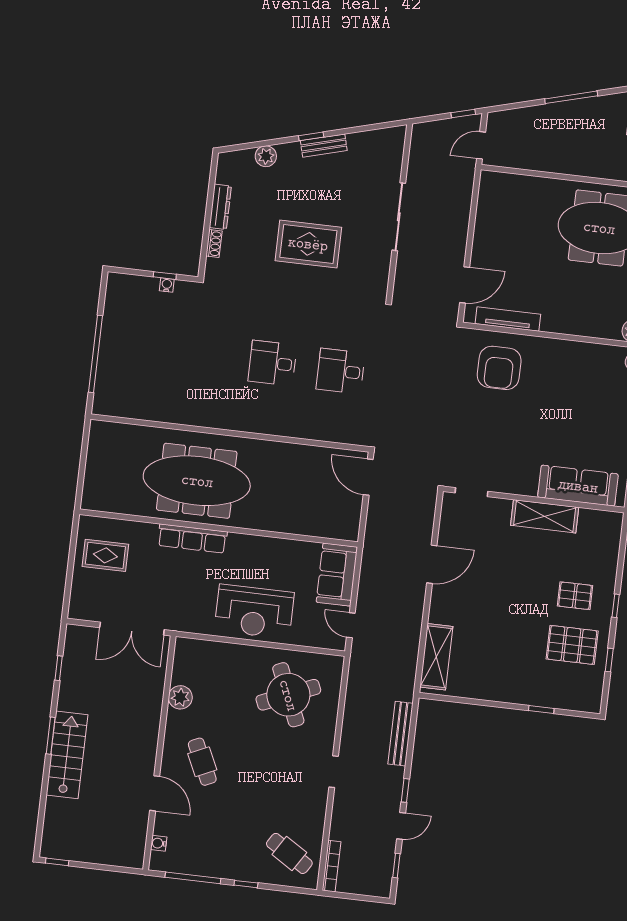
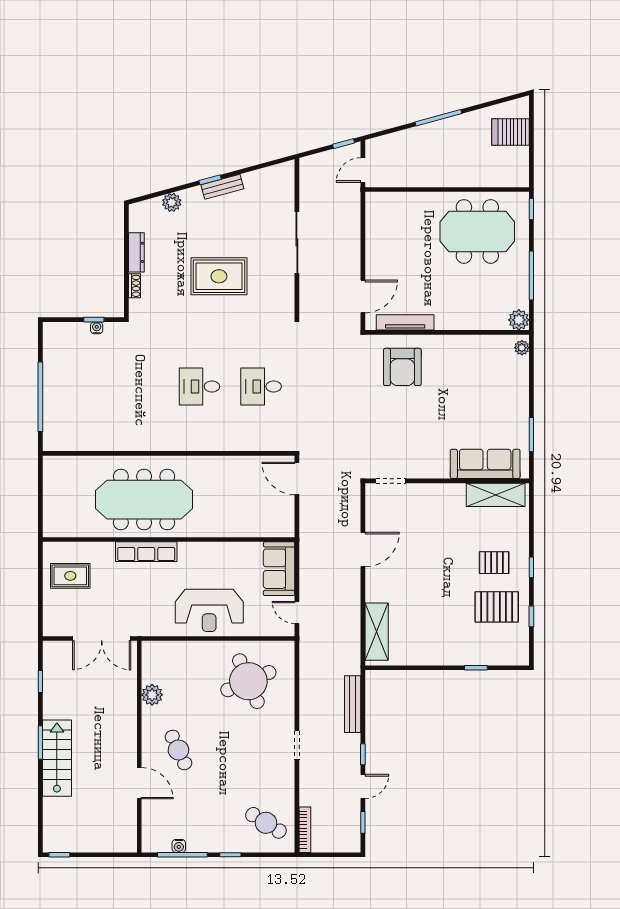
shelving: (545, 516) -> (496, 495), moved
water cooler: (159, 843) -> (179, 846), moved, turned -90

